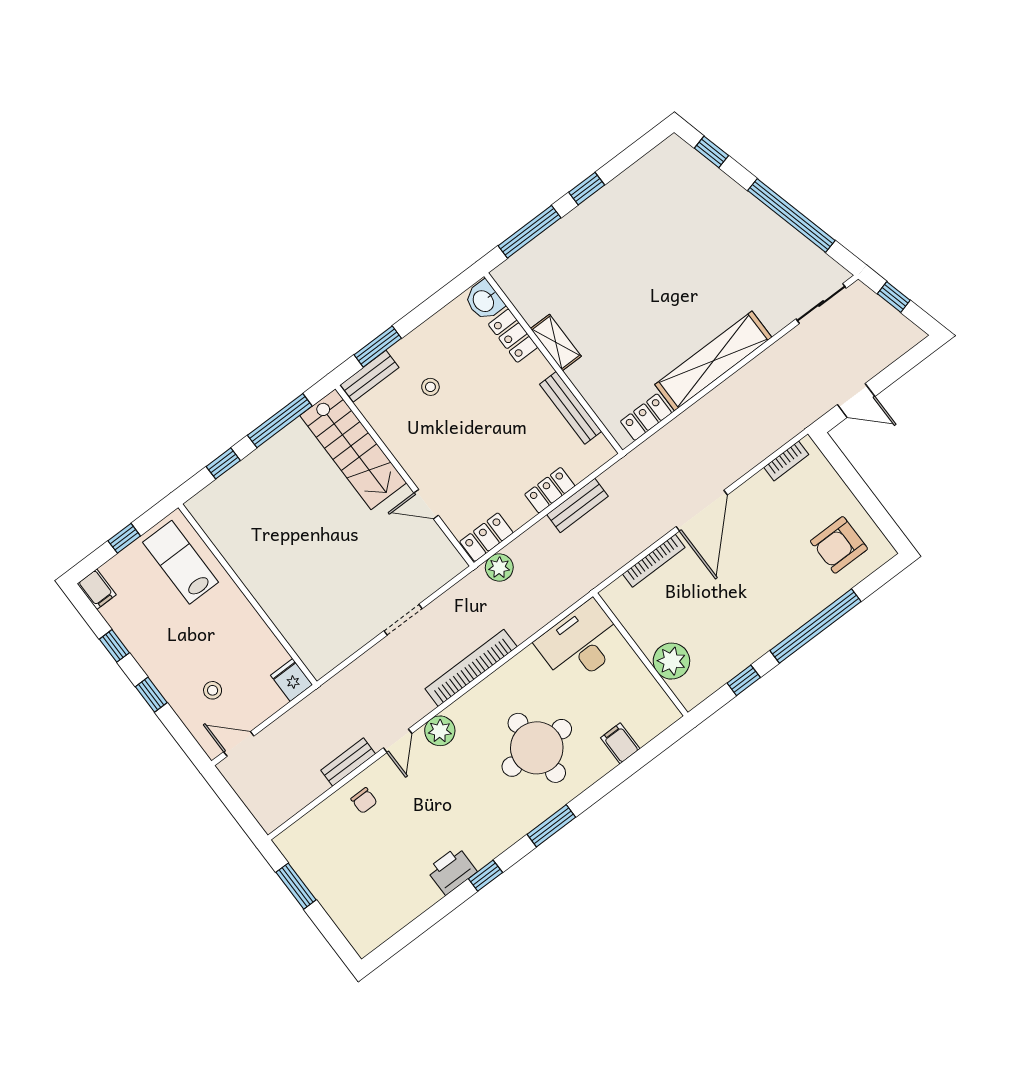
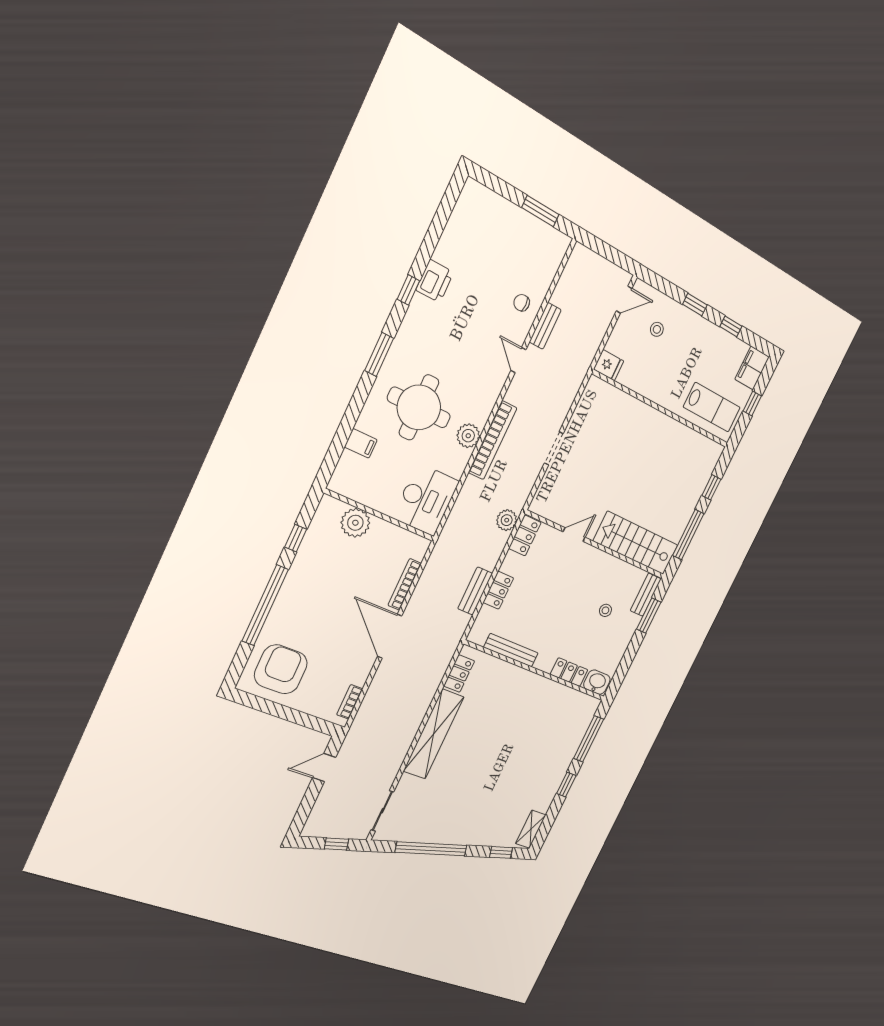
shelving: (556, 342) -> (531, 829), moved, turned 90
armchair: (839, 545) -> (281, 669), width x1.36, depth x1.36
filing cabinet: (97, 589) -> (752, 368), width x2.00
plant: (440, 731) -> (468, 436), moved

